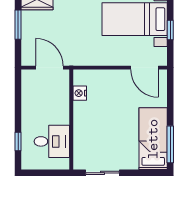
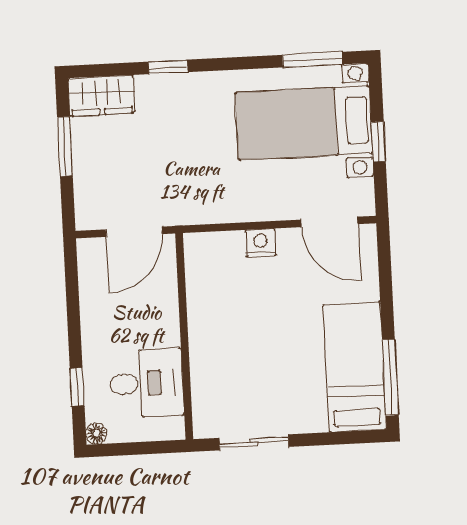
door: (49, 68) -> (134, 232), swing flipped
nightstand: (80, 93) -> (261, 243), moved, turned 90
floor lamp: (26, 165) -> (96, 433), added

